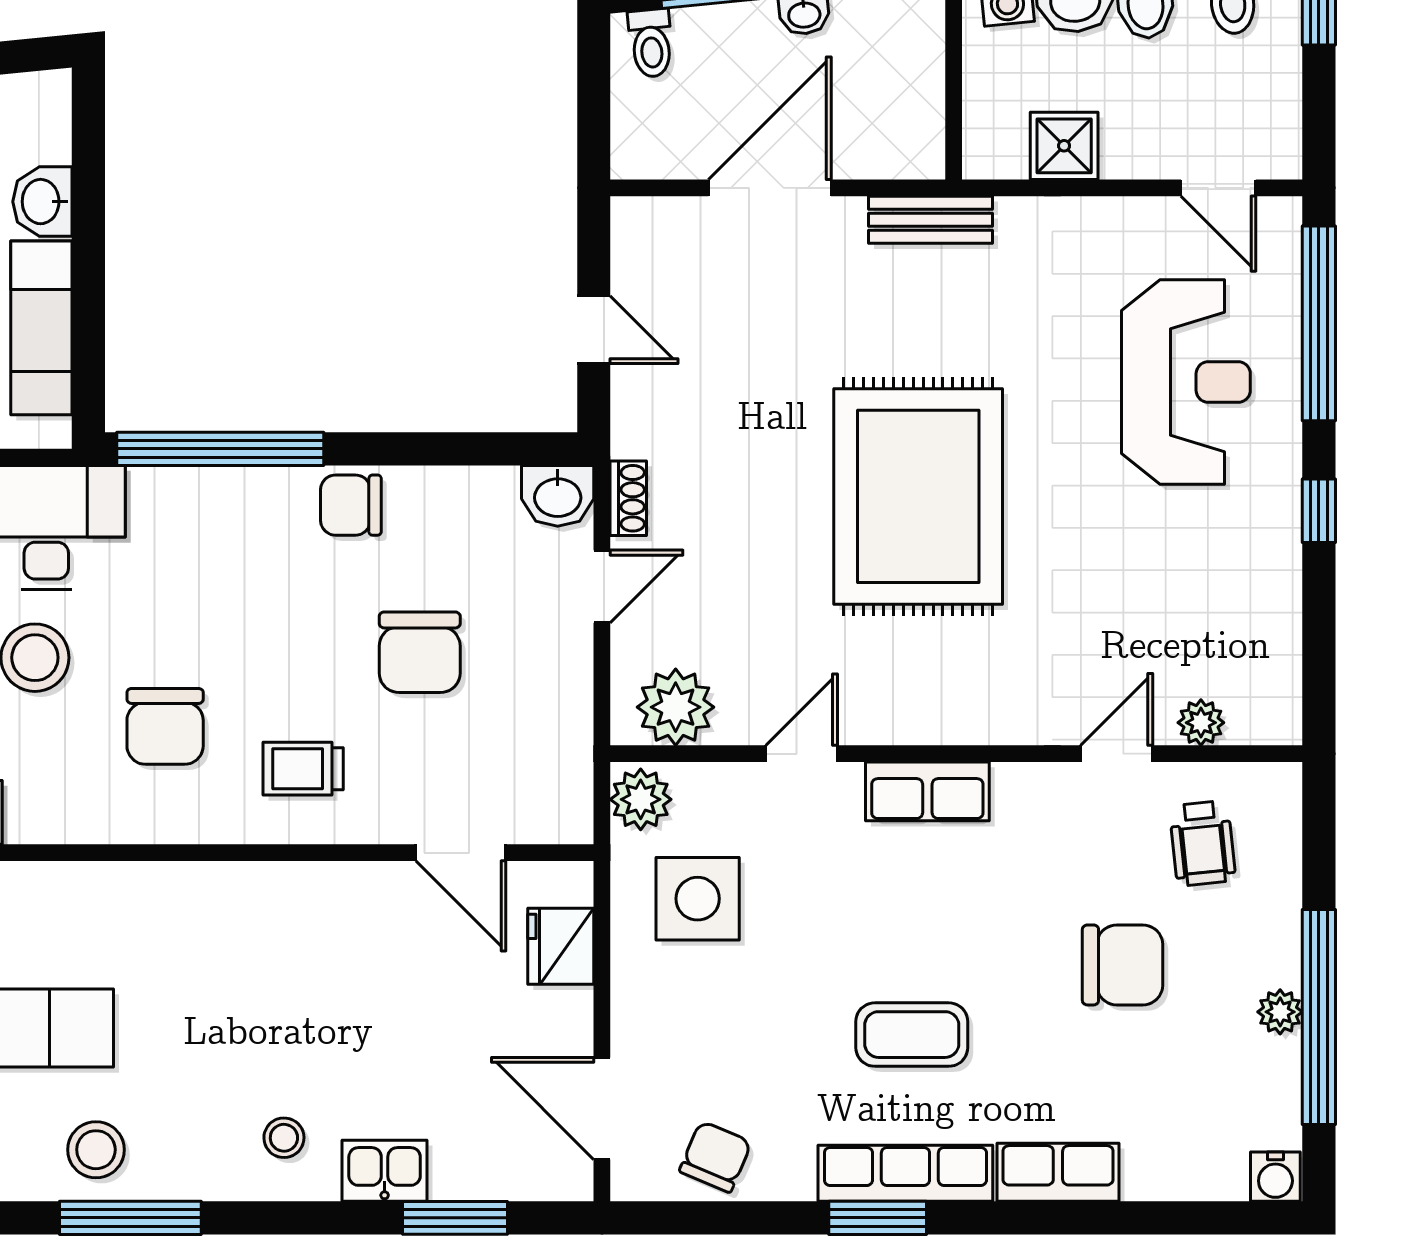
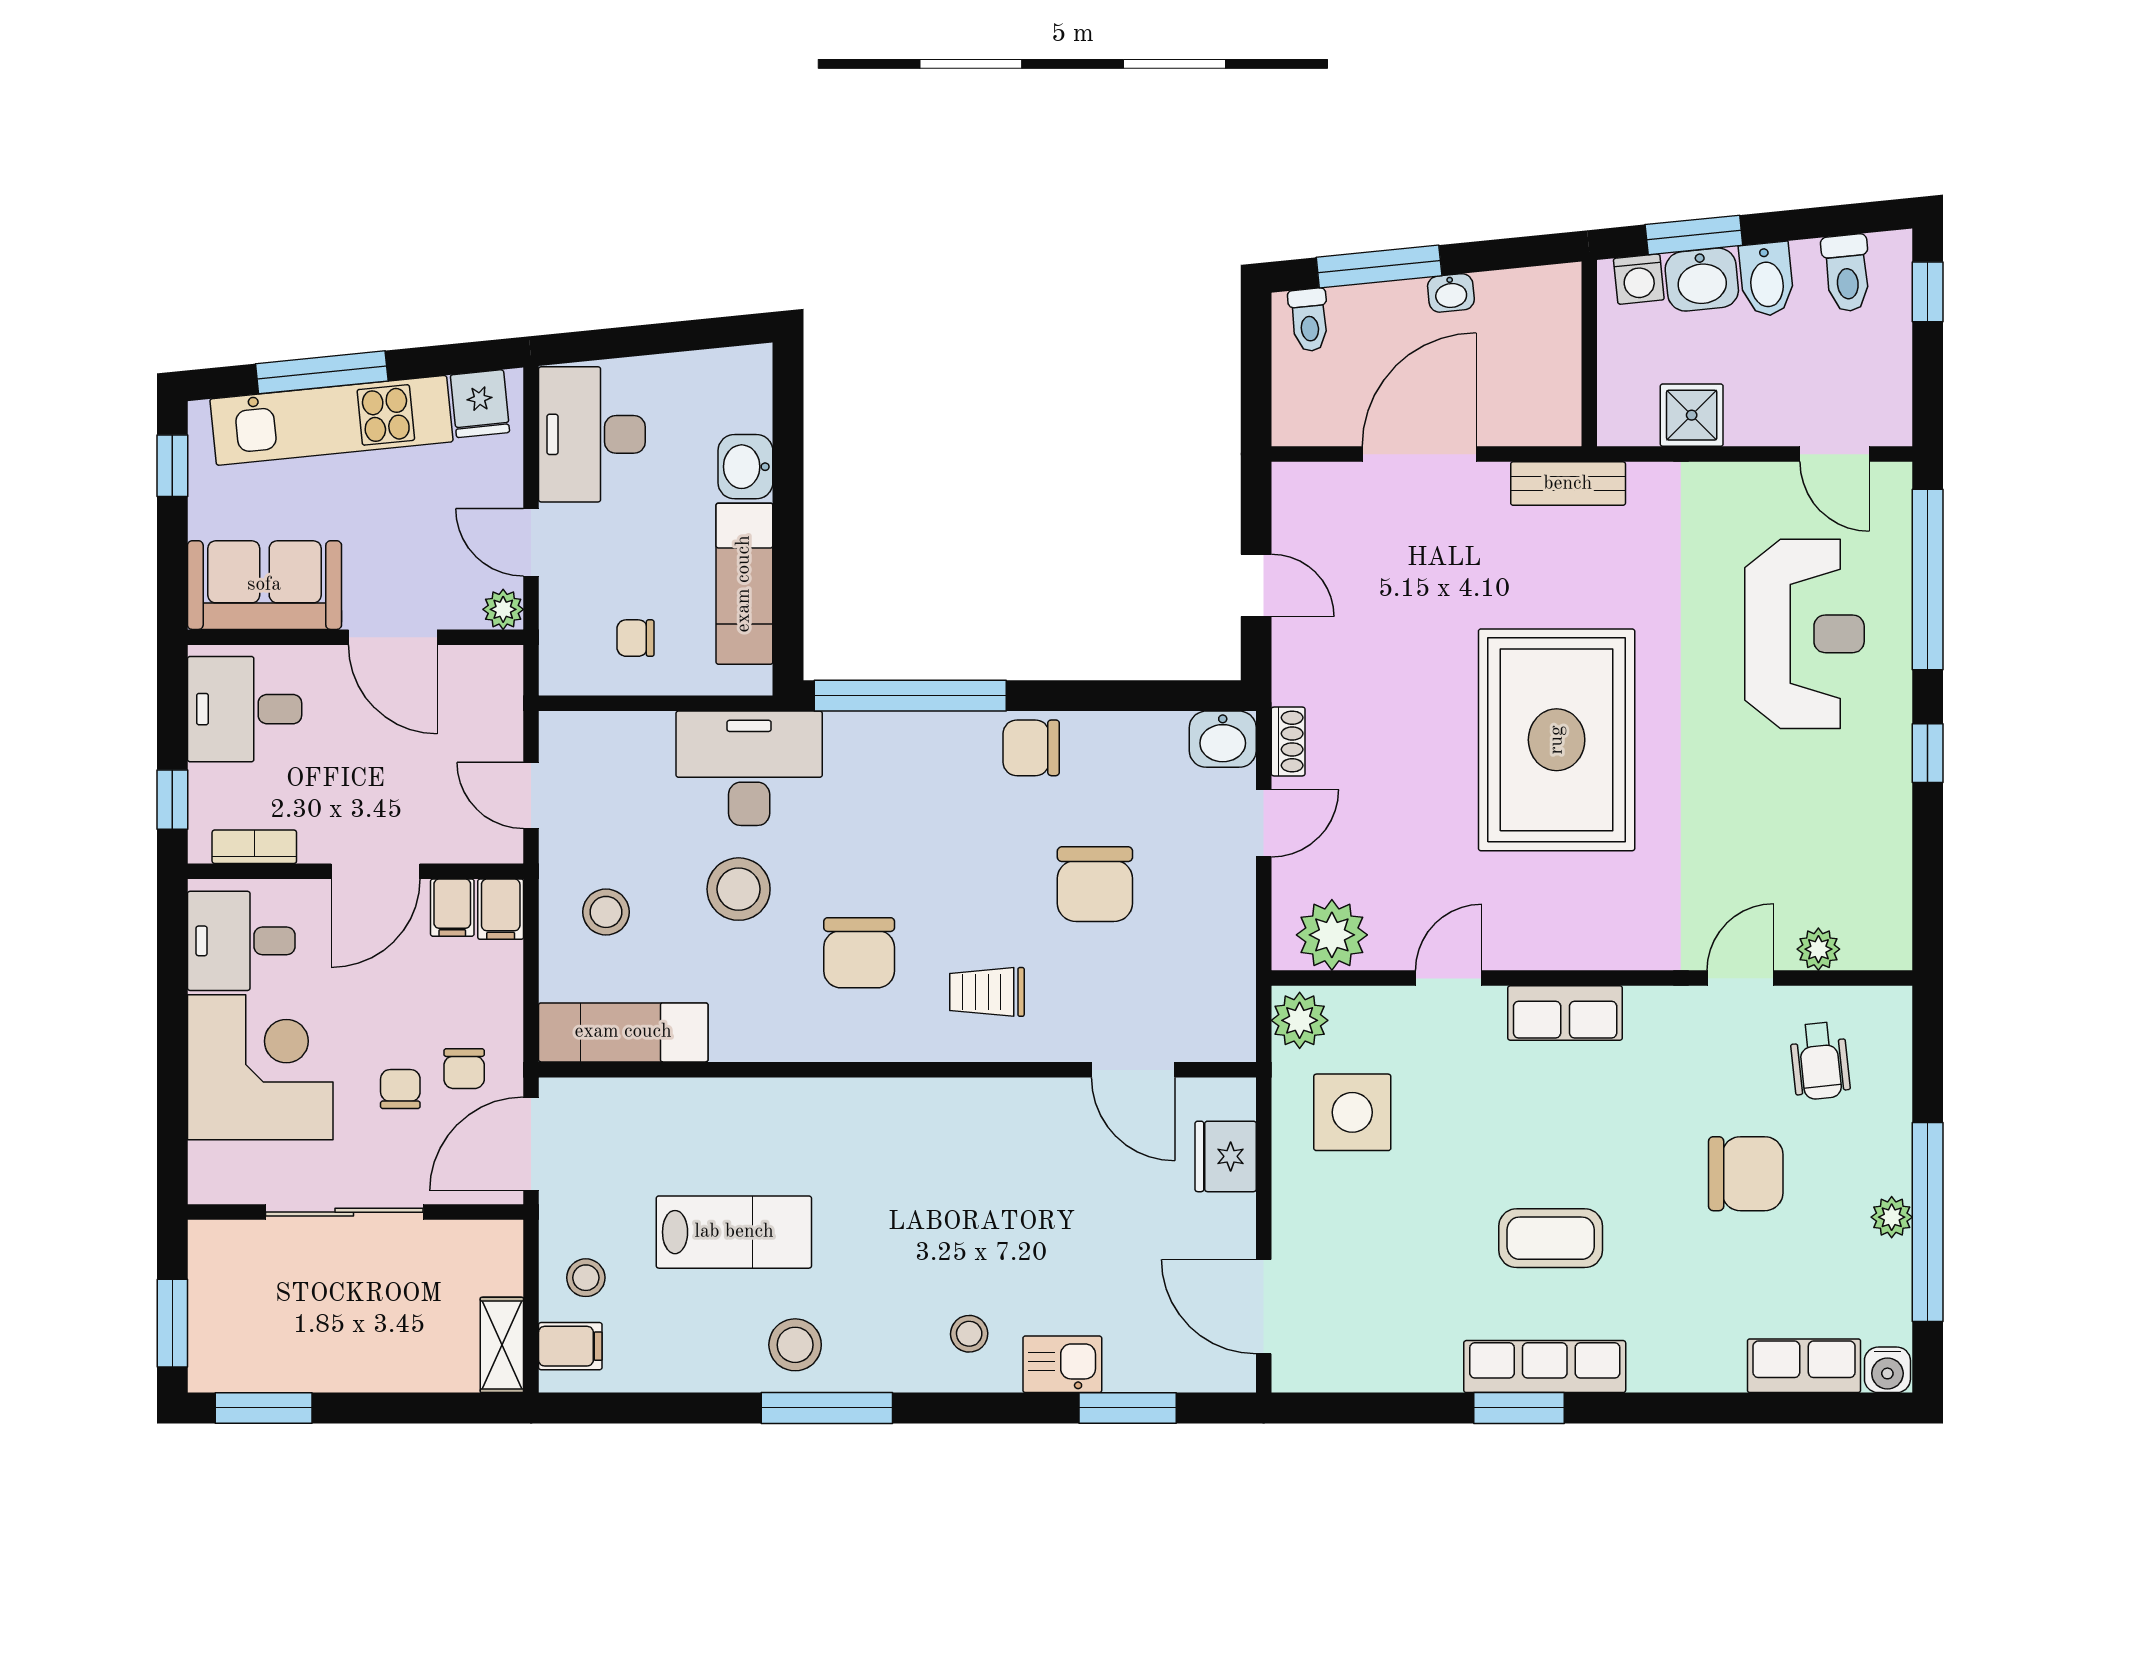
chair: (715, 1157) -> (1369, 1351), removed
row of seats: (1058, 1172) -> (1804, 1366), moved

